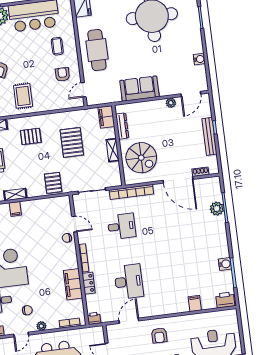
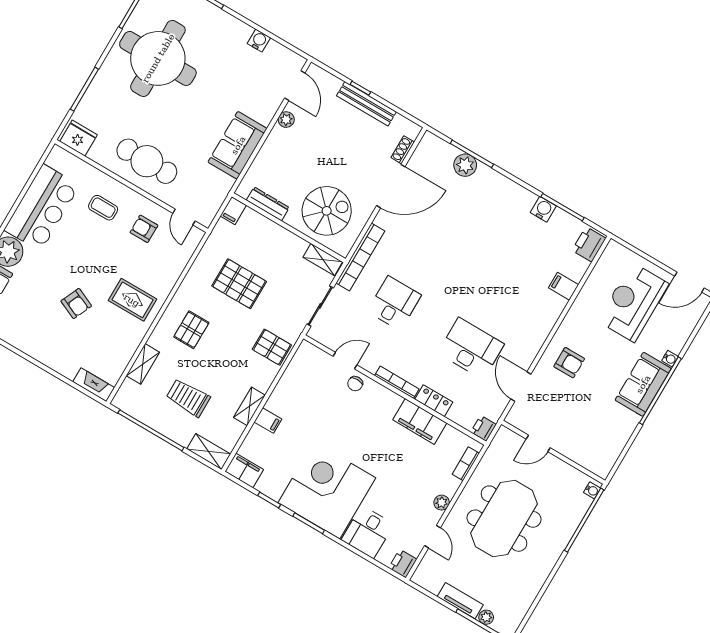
filing cabinet: (106, 117) -> (233, 211), width x0.50
shelving: (113, 150) -> (323, 260), moved
chair: (27, 310) -> (408, 505), removed

